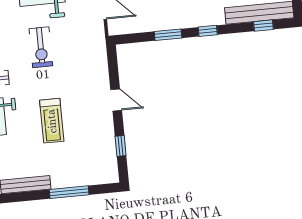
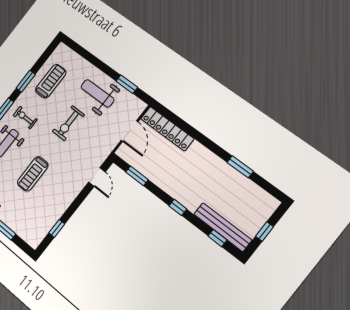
window: (168, 35) -> (137, 176), moved
door: (116, 100) -> (97, 177), moved

